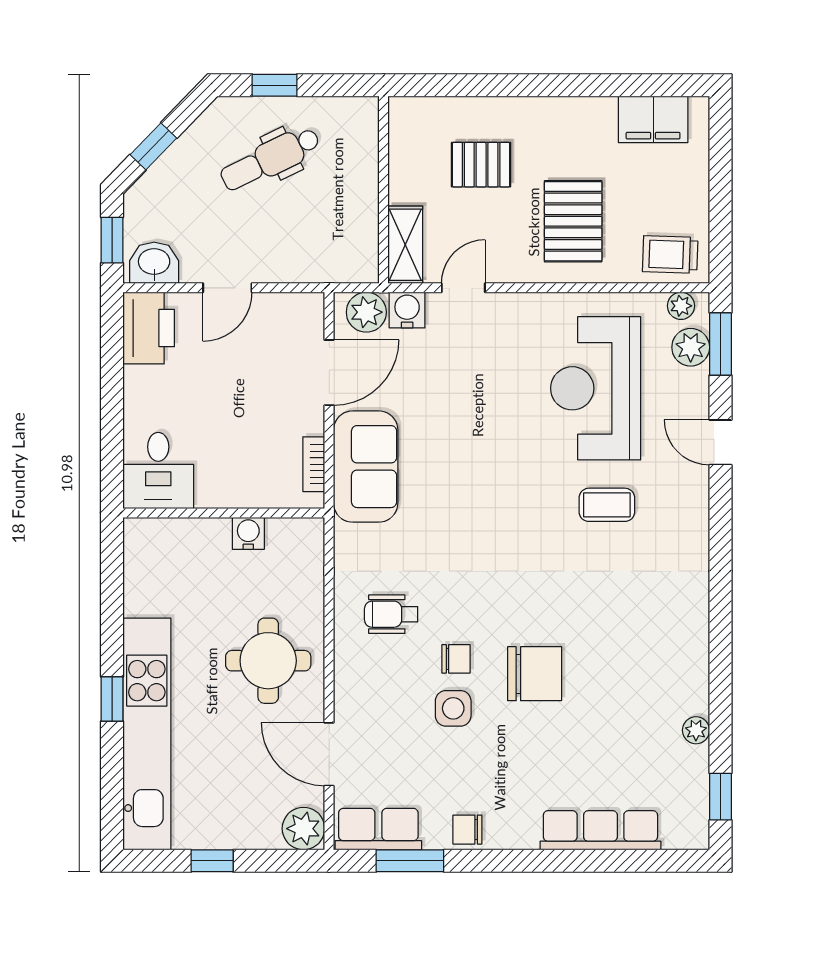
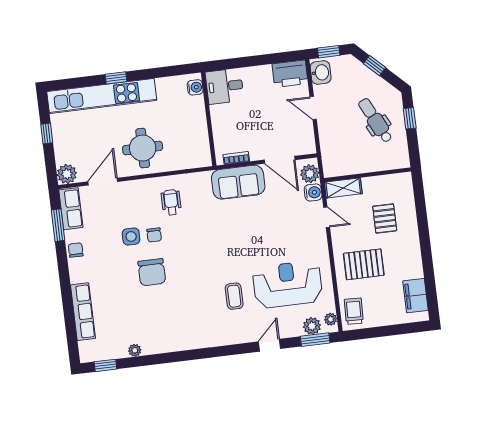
water cooler: (248, 533) -> (195, 87), moved

